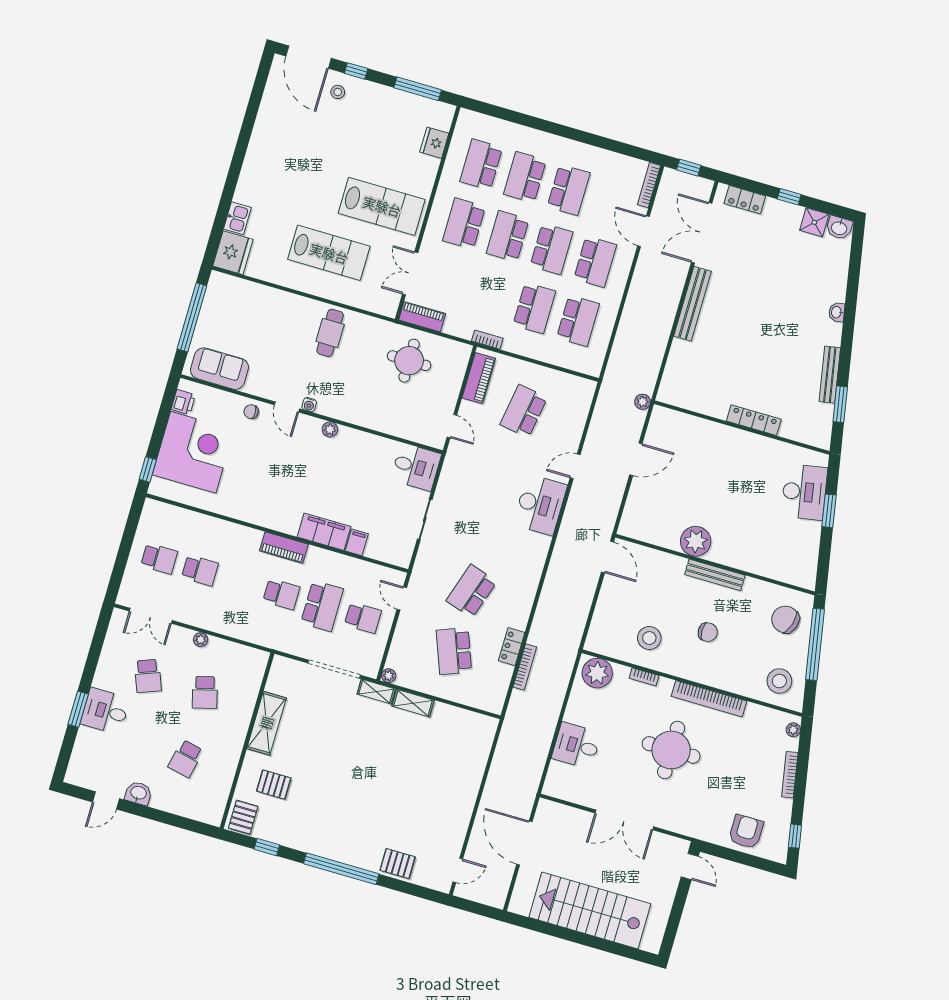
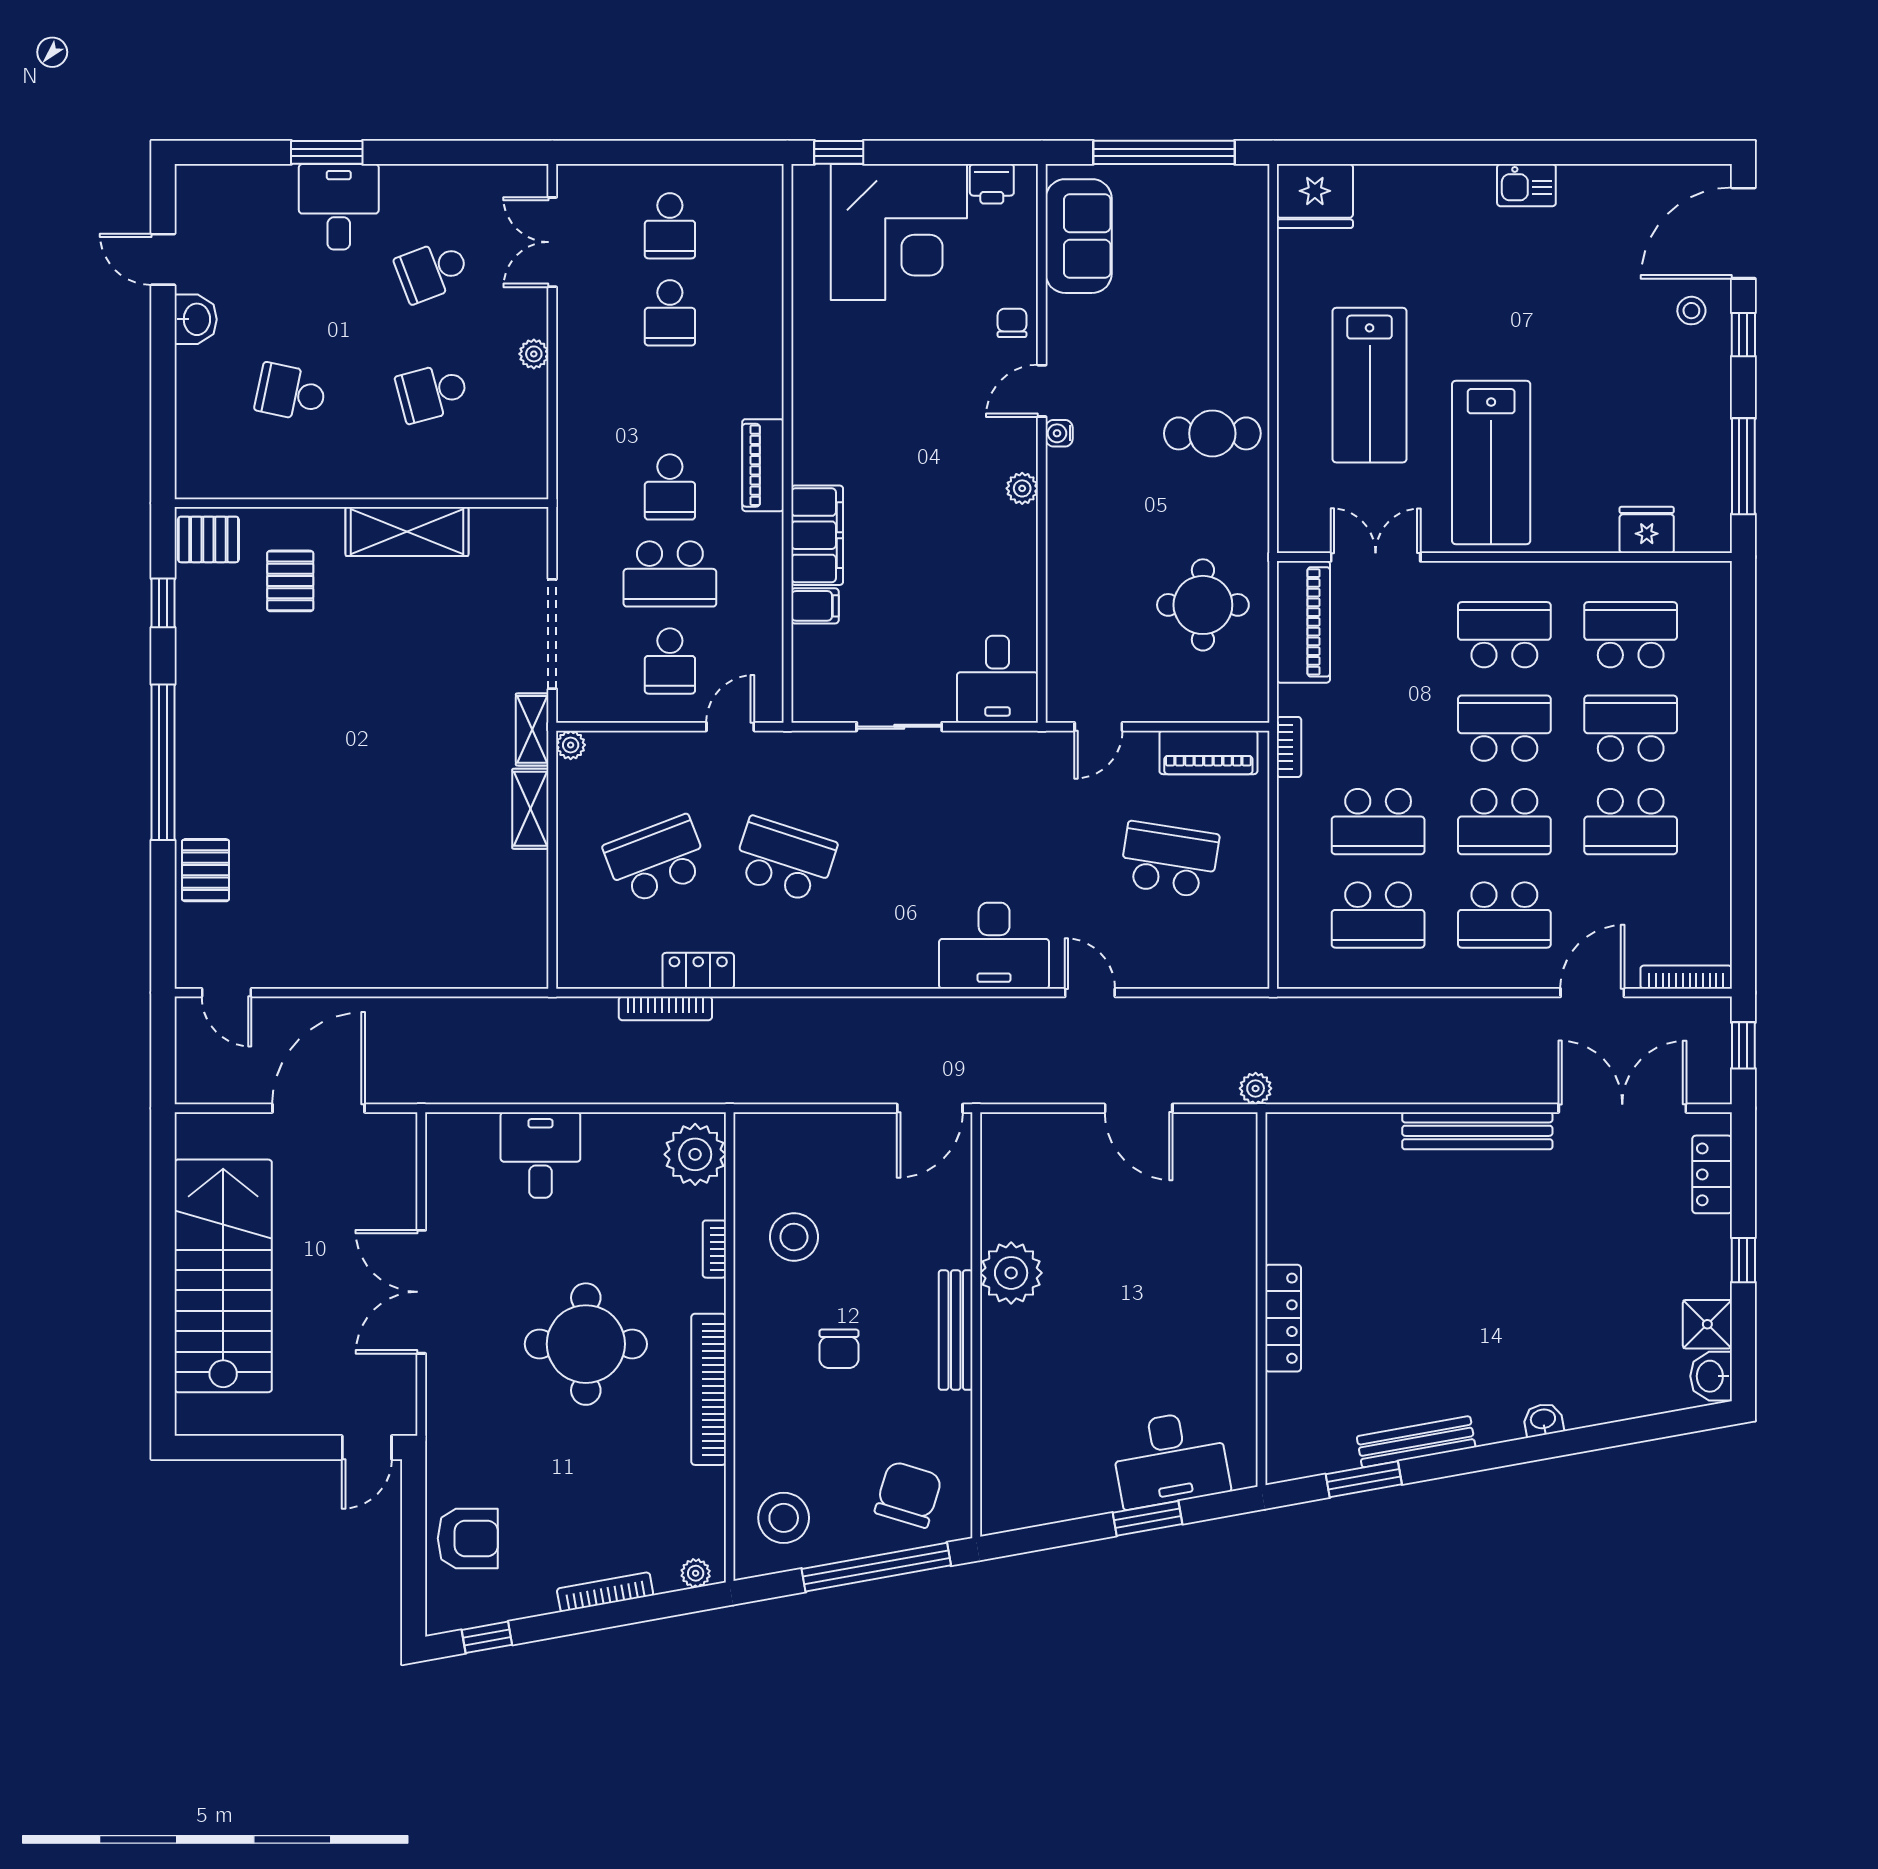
kitchen sink: (237, 218) -> (1526, 185), moved
piano: (422, 317) -> (1303, 622), width x1.37, depth x1.33

